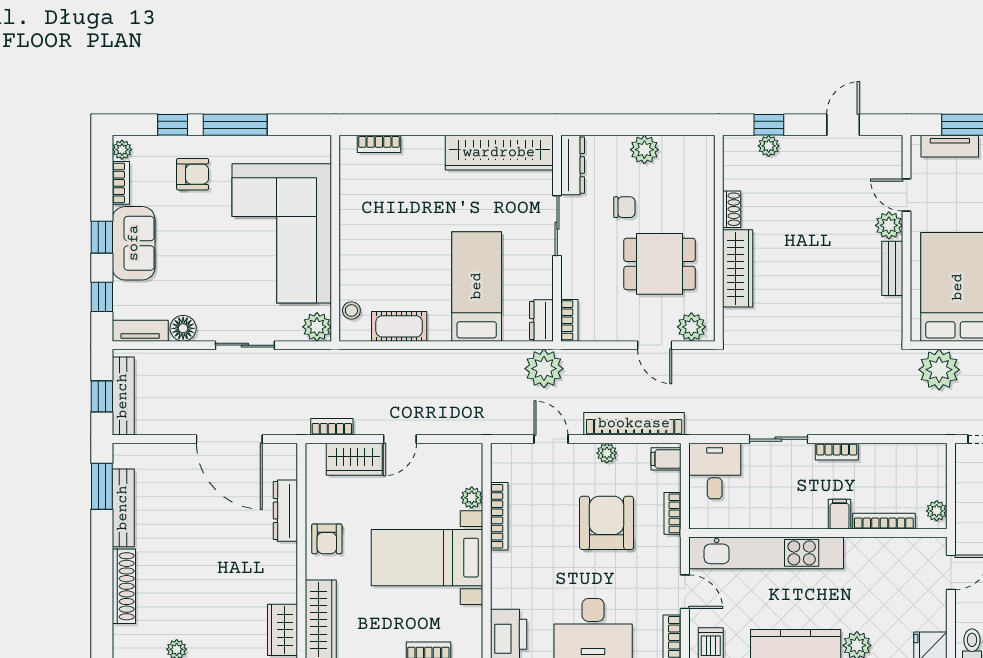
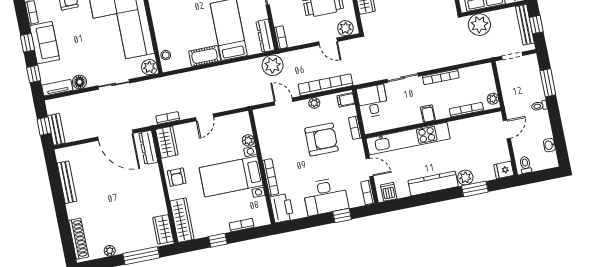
dresser: (541, 320) -> (265, 36), width x1.44
cot: (399, 326) -> (205, 56), moved
bench: (123, 396) -> (56, 129), width x0.73
bookcase: (837, 452) -> (441, 77), width x1.56
wardrobe: (354, 459) -> (167, 142), moved, turned -90
window: (102, 486) -> (53, 173), removed
dresser: (285, 511) -> (148, 147), moved
filing cabinet: (839, 514) -> (428, 114), moved
bookcase: (499, 516) -> (271, 177), moved
armchair: (607, 523) -> (321, 140), turned 90
shoe rack: (124, 586) -> (79, 239), moved

